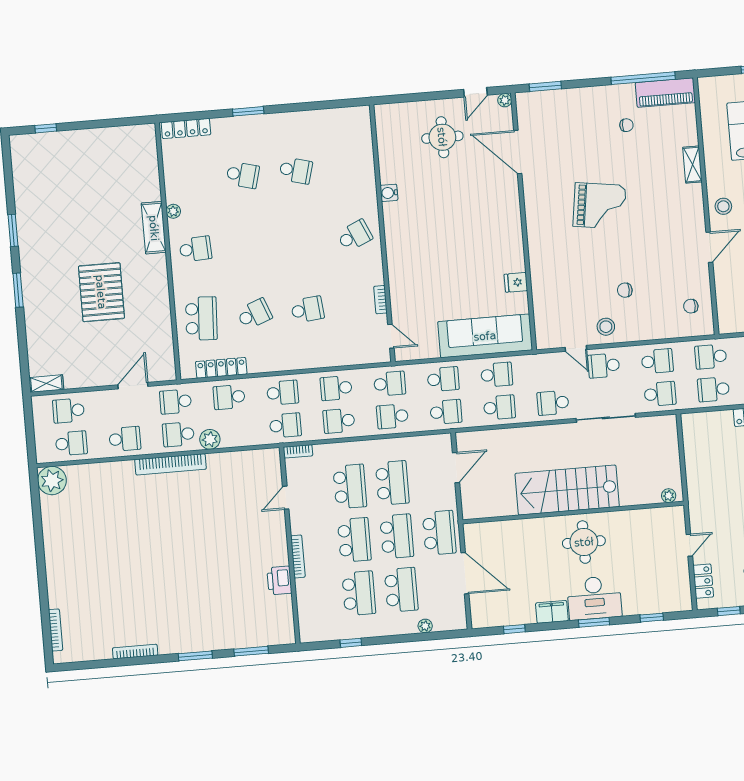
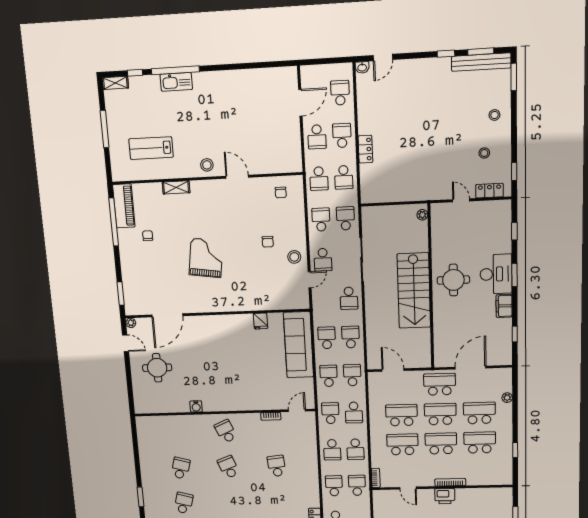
school desk: (254, 314) -> (228, 467), moved
printer: (279, 581) -> (445, 496), moved

